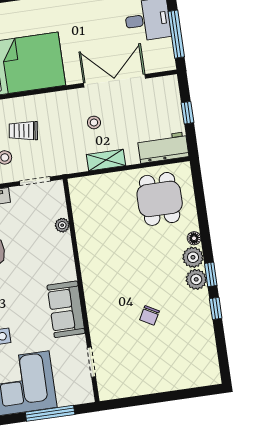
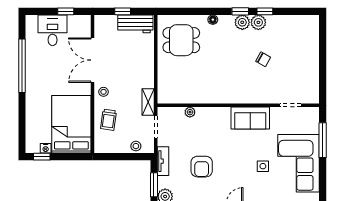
window: (176, 34) -> (66, 11), width x0.46
stool: (94, 122) -> (104, 92), moved
trolley: (23, 131) -> (108, 120), moved
workbench: (163, 148) -> (135, 24), moved, turned -90
shelving: (106, 160) -> (148, 102), moved
plant: (193, 257) -> (258, 22), moved

